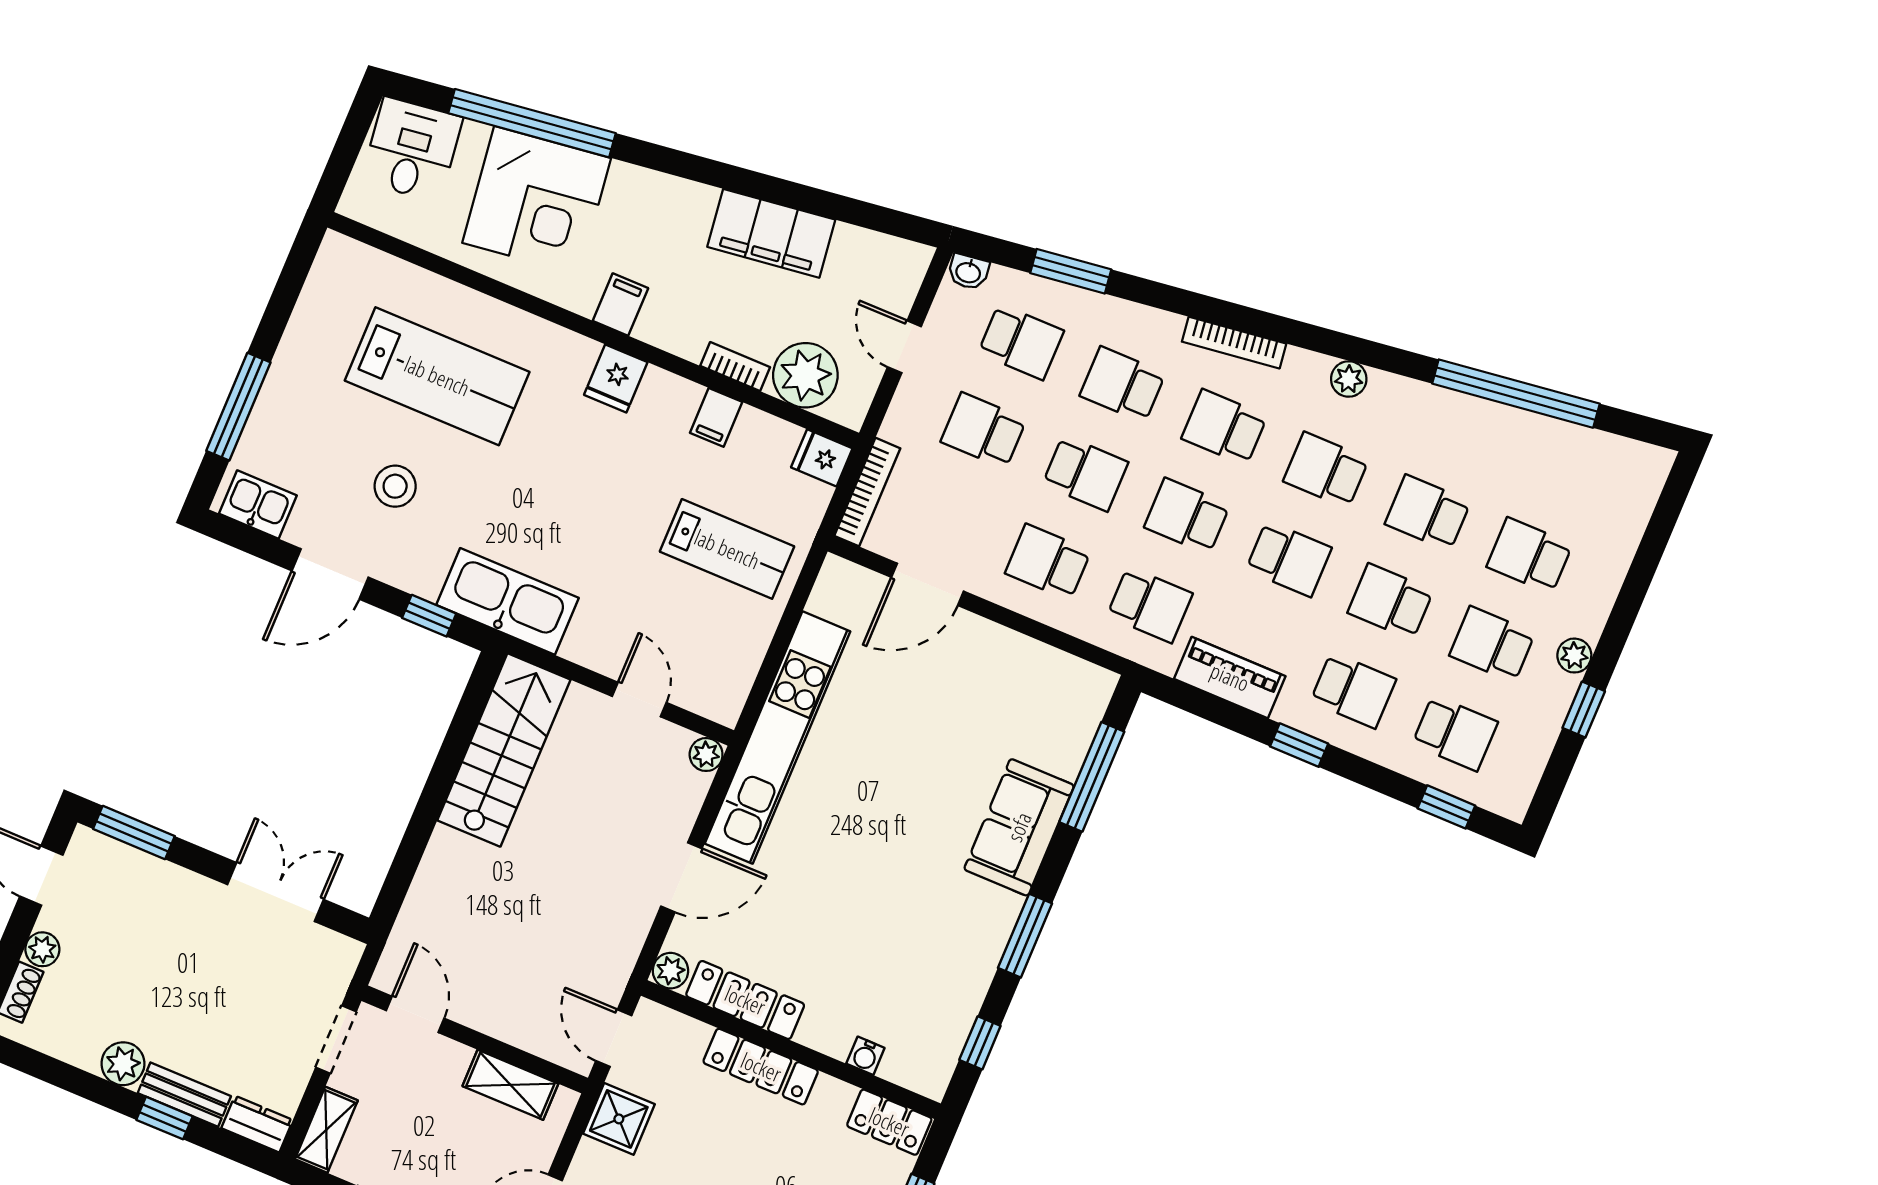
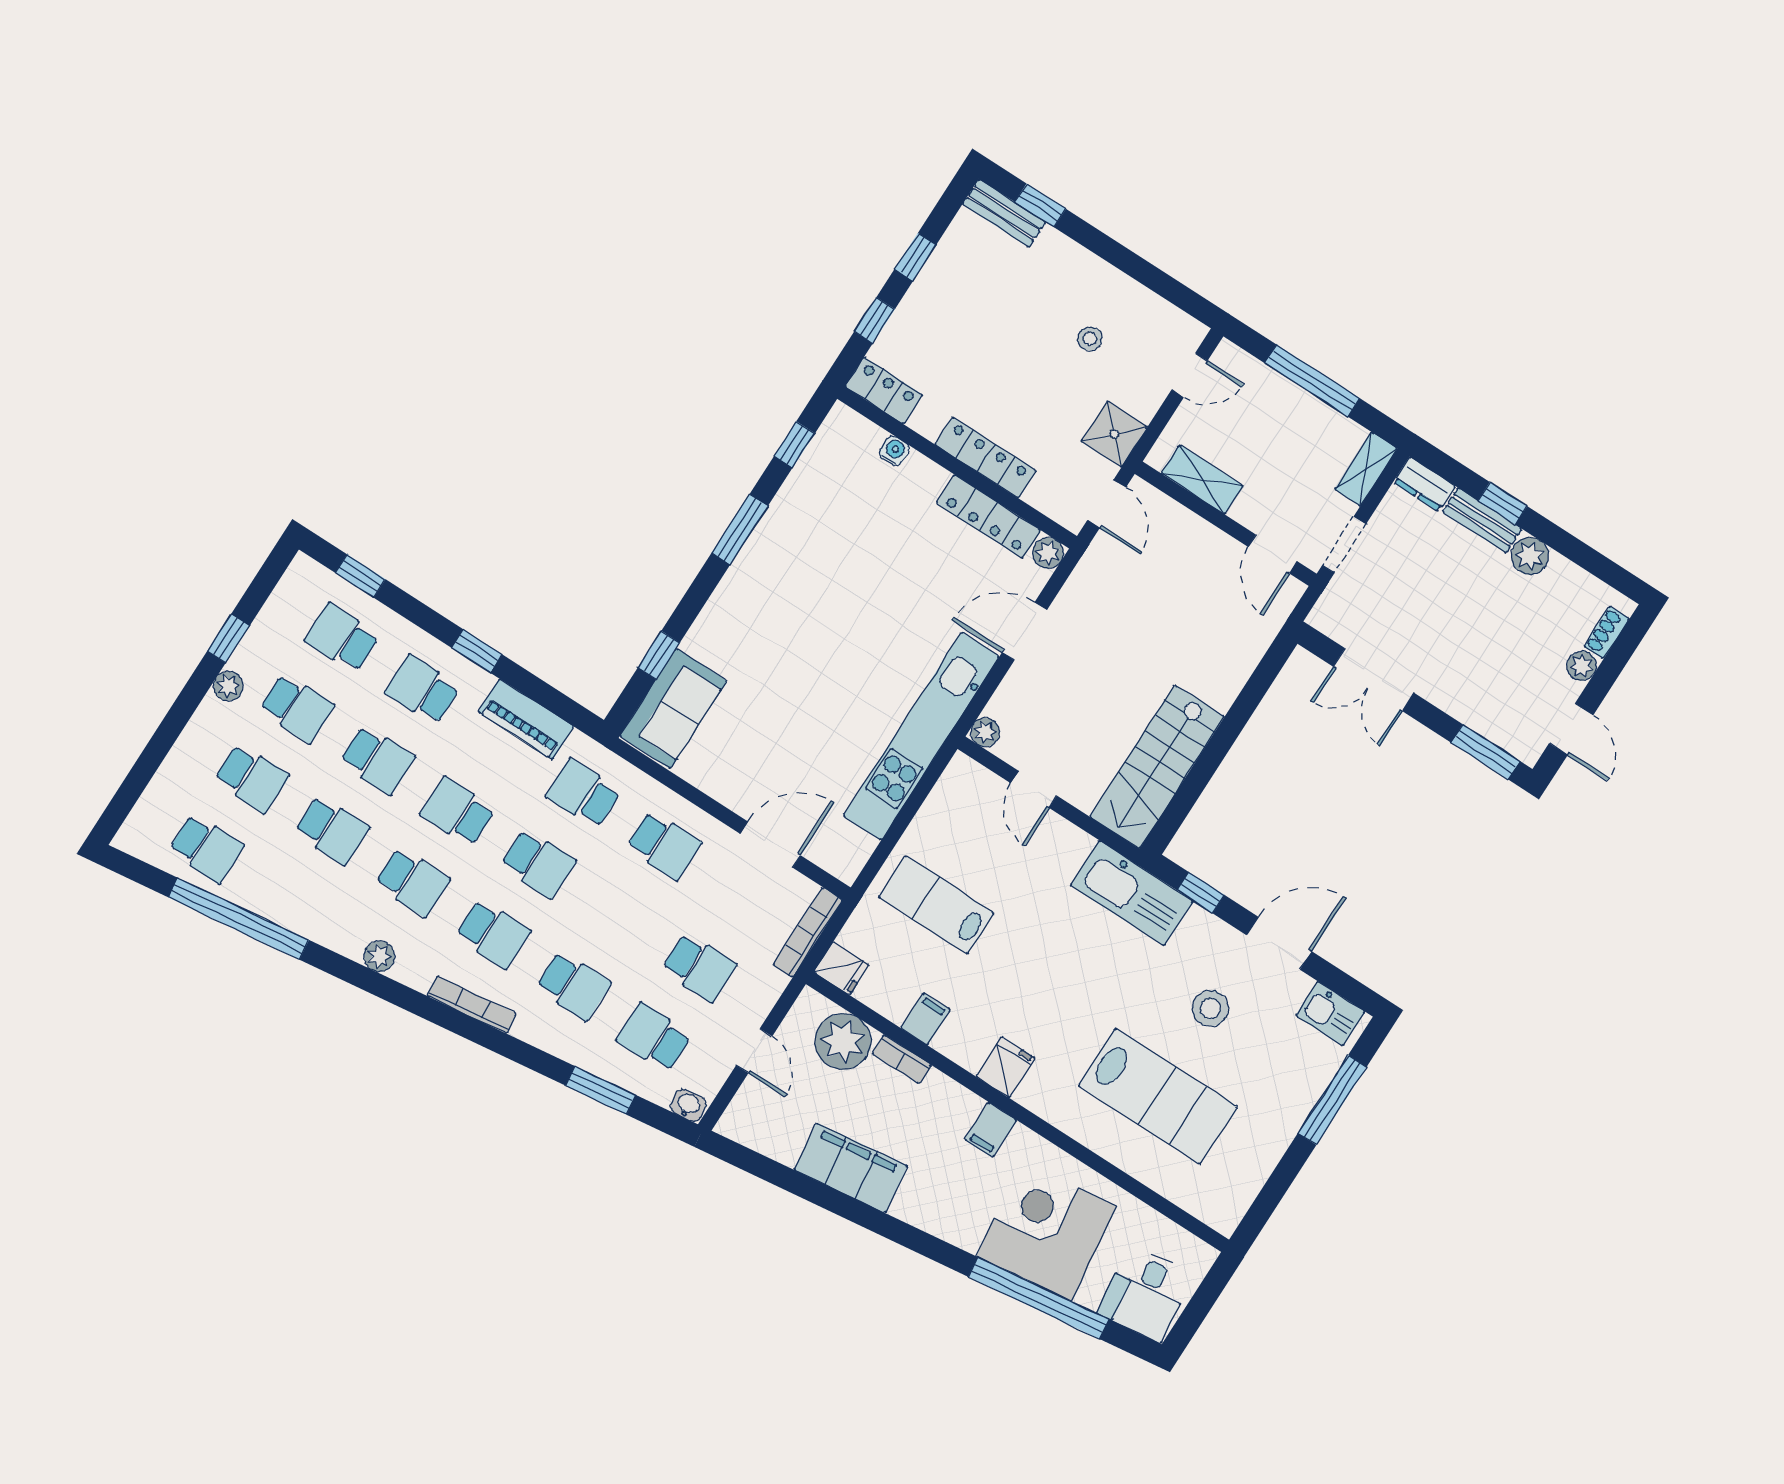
lab bench: (437, 376) -> (1158, 1096), turned 180
school desk: (1085, 473) -> (206, 848), moved, turned 180
window: (1092, 777) -> (659, 655), width x0.46
sofa: (1019, 827) -> (673, 709), moved

